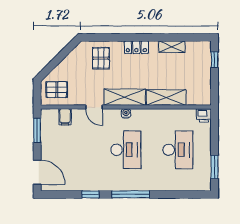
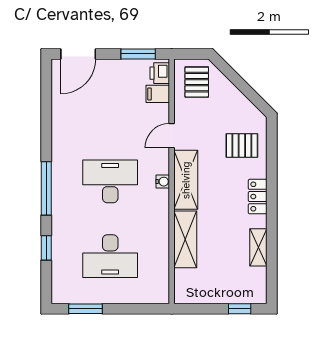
printer: (204, 115) -> (160, 73), moved
desk: (126, 150) -> (110, 181), turned 180
window: (90, 194) -> (46, 248), moved

